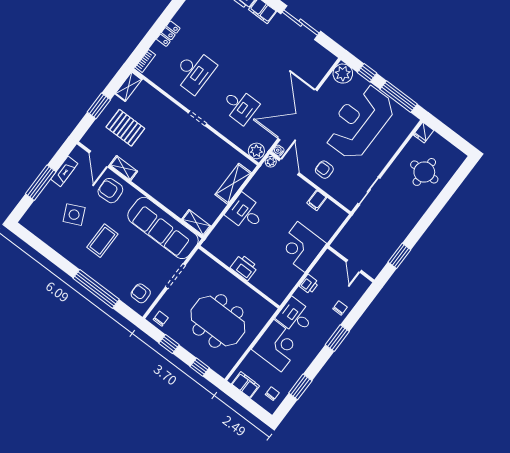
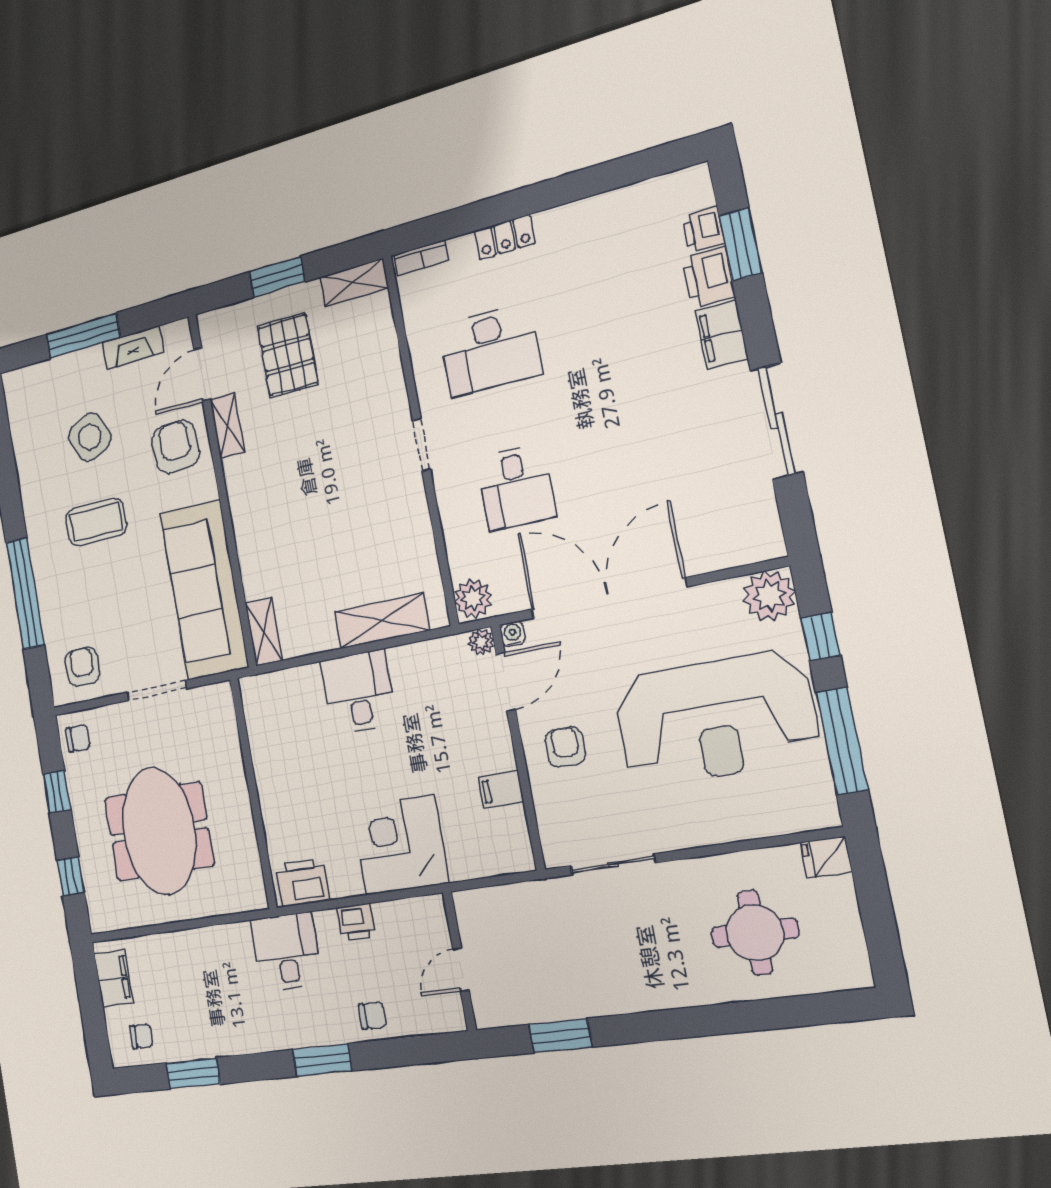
reception desk: (359, 122) -> (715, 718), turned 180
printer: (244, 267) -> (303, 882), moved, turned -90
corner desk: (278, 346) -> (216, 969), removed

